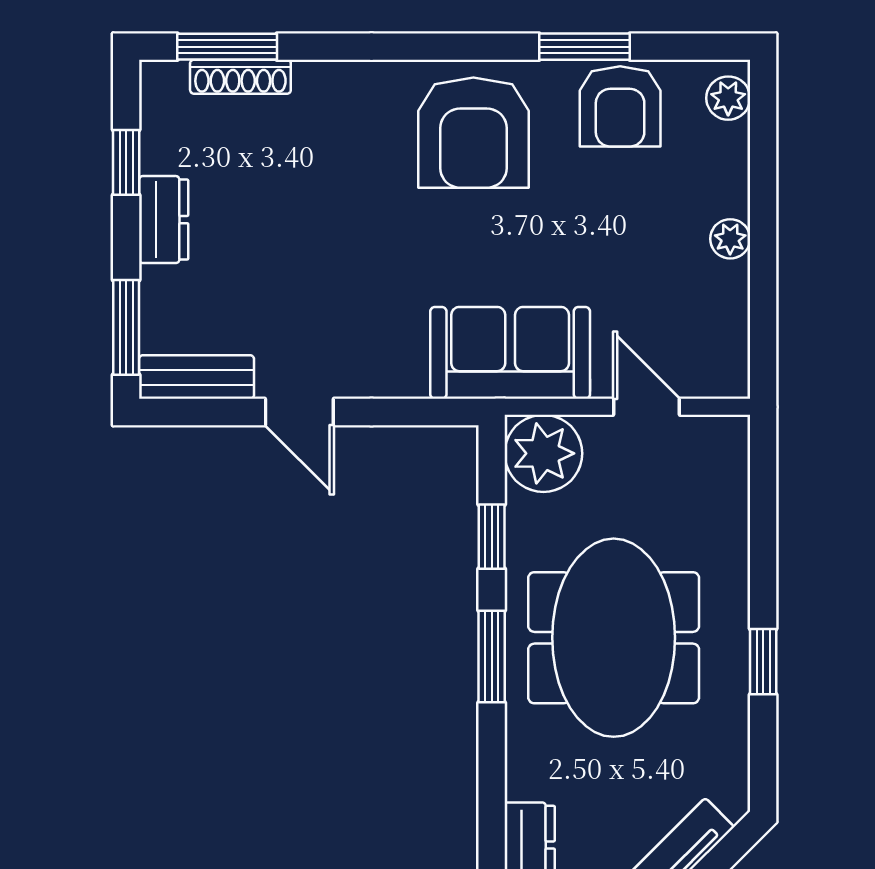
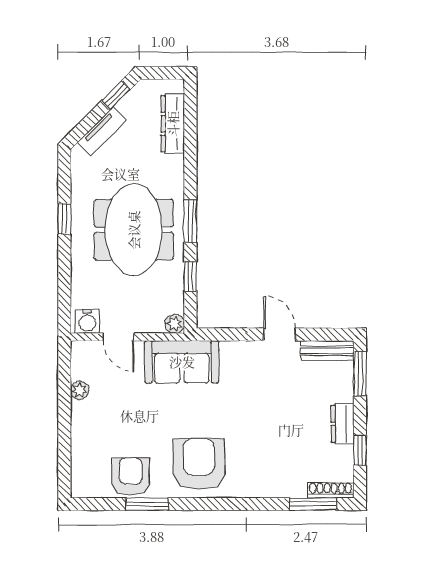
shoe rack: (240, 77) -> (331, 490), moved
plant: (728, 98) -> (81, 480), removed
plant: (730, 239) -> (80, 390), moved
water cooler: (714, 440) -> (87, 321), added
plant: (543, 453) -> (175, 324), width x0.53, depth x0.53

